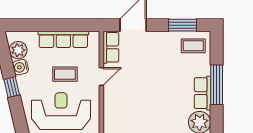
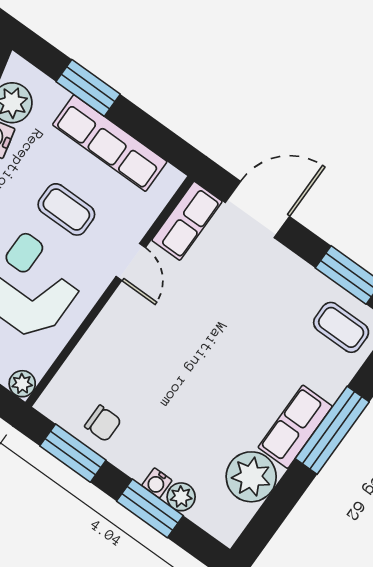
window: (41, 25) -> (88, 88), added
door: (101, 76) -> (131, 262), hinge flipped

